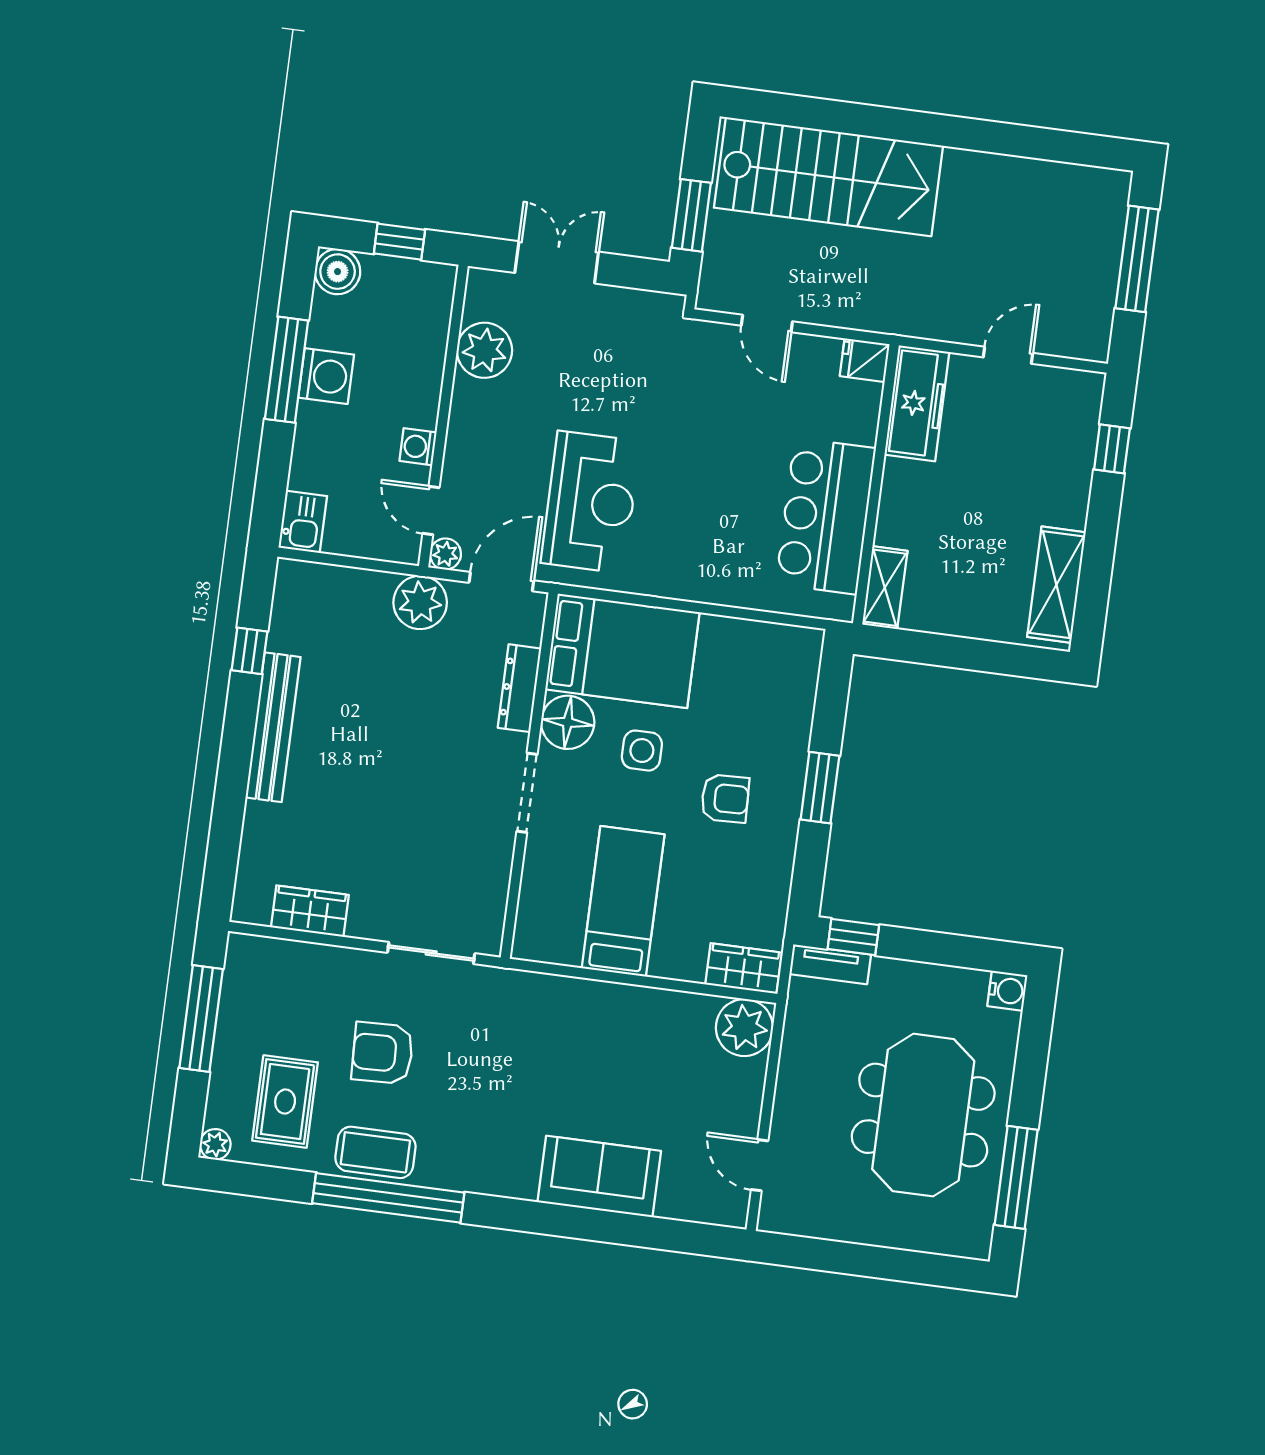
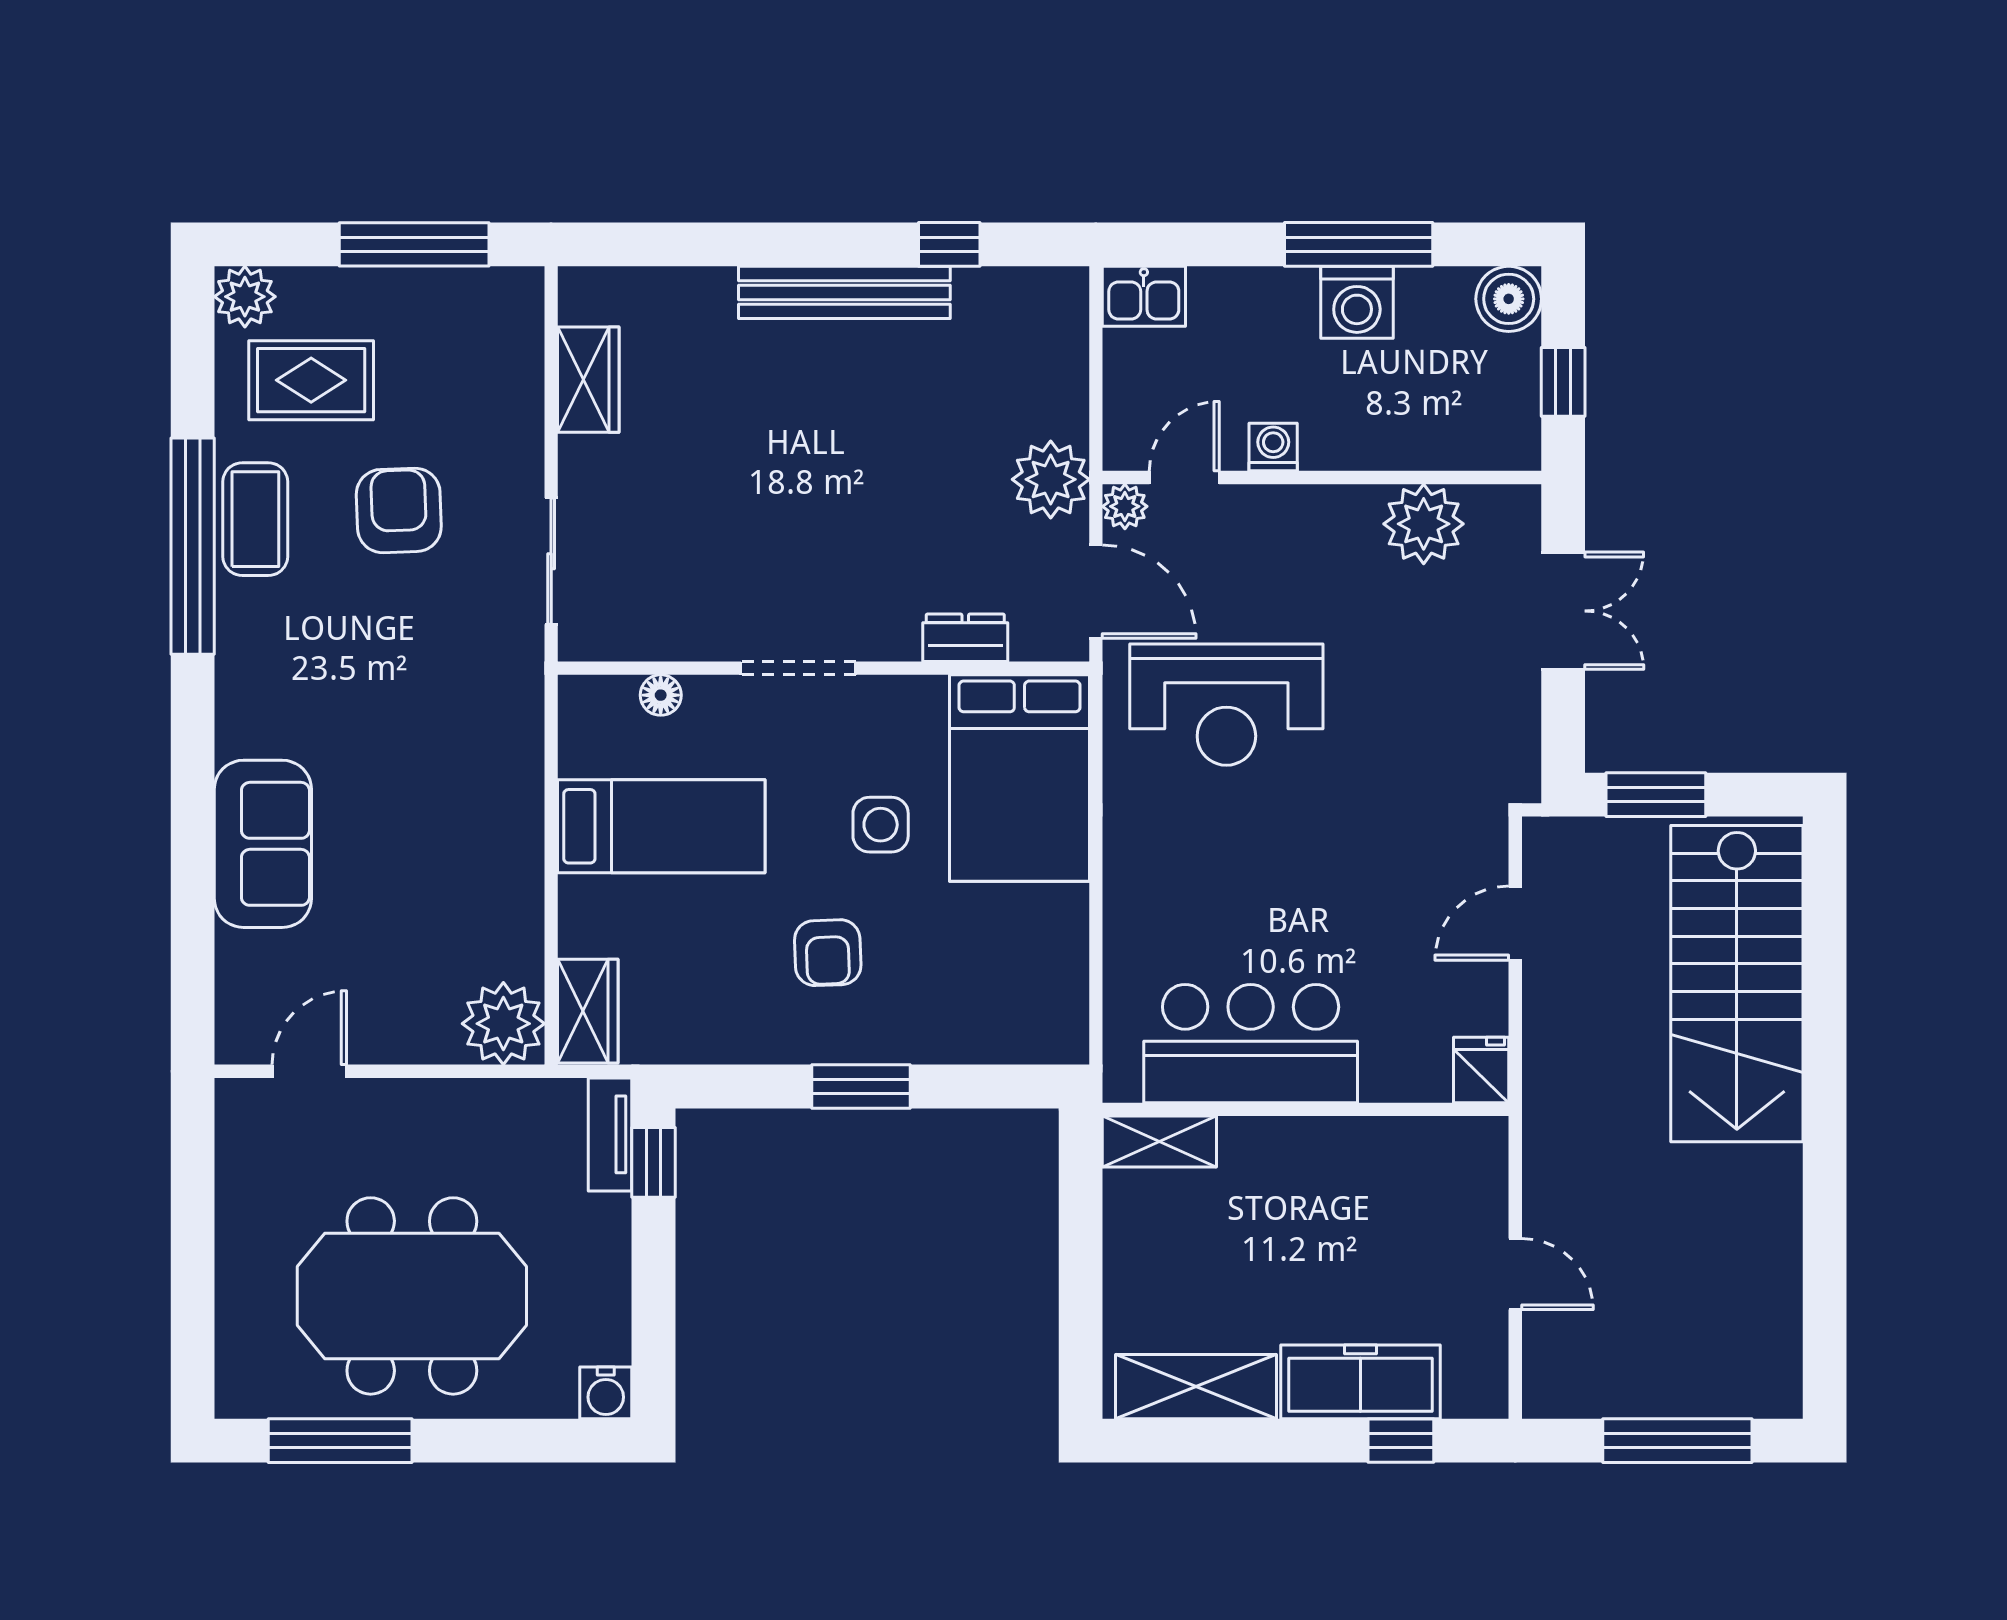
freezer: (917, 403) -> (1360, 1382), moved, turned 180
dresser: (520, 688) -> (965, 638), width x0.70
floor lamp: (568, 722) -> (661, 695), moved, width x0.53, depth x0.53
plant: (215, 1144) -> (245, 297), width x1.38, depth x1.38

